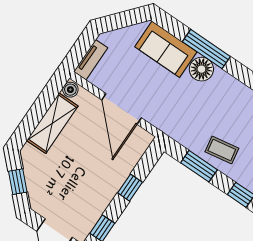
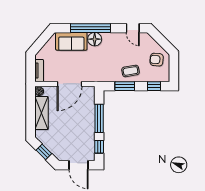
window: (206, 49) -> (90, 28), width x1.46
door: (121, 109) -> (70, 84), hinge flipped
window: (130, 188) -> (99, 118), width x2.17

